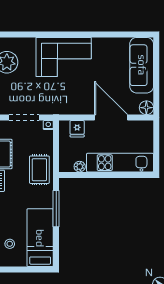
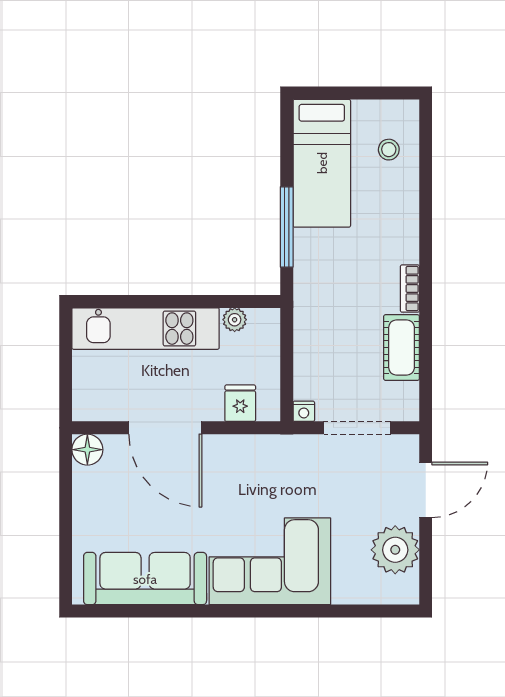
sofa: (142, 65) -> (145, 579), moved, turned -90
rug: (39, 170) -> (323, 313), removed

